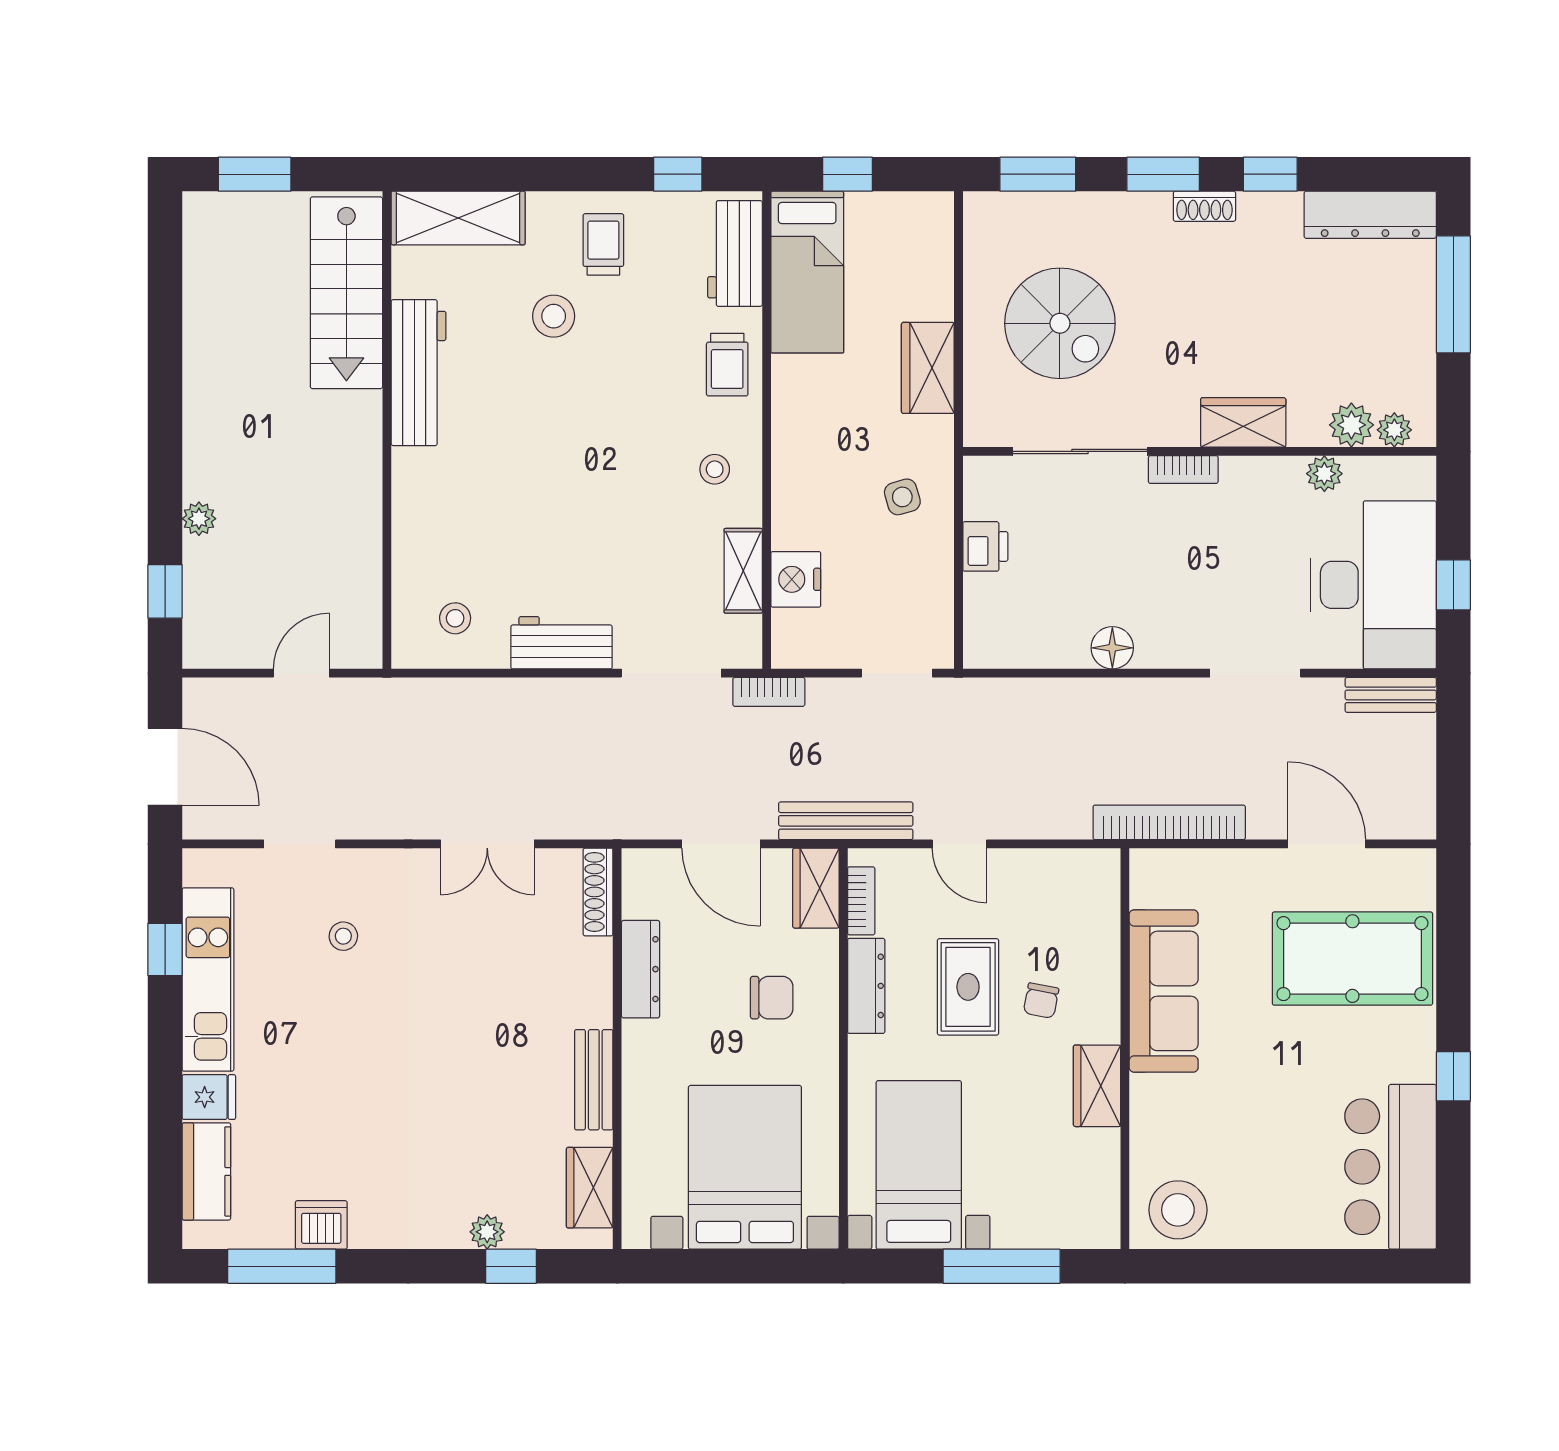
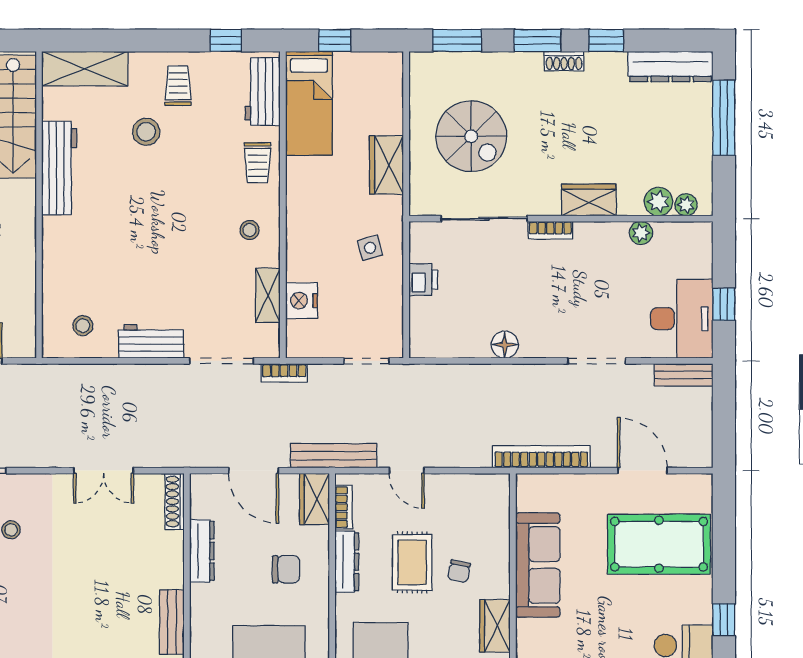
desk: (1373, 585) -> (682, 319), width x0.73, depth x0.77

